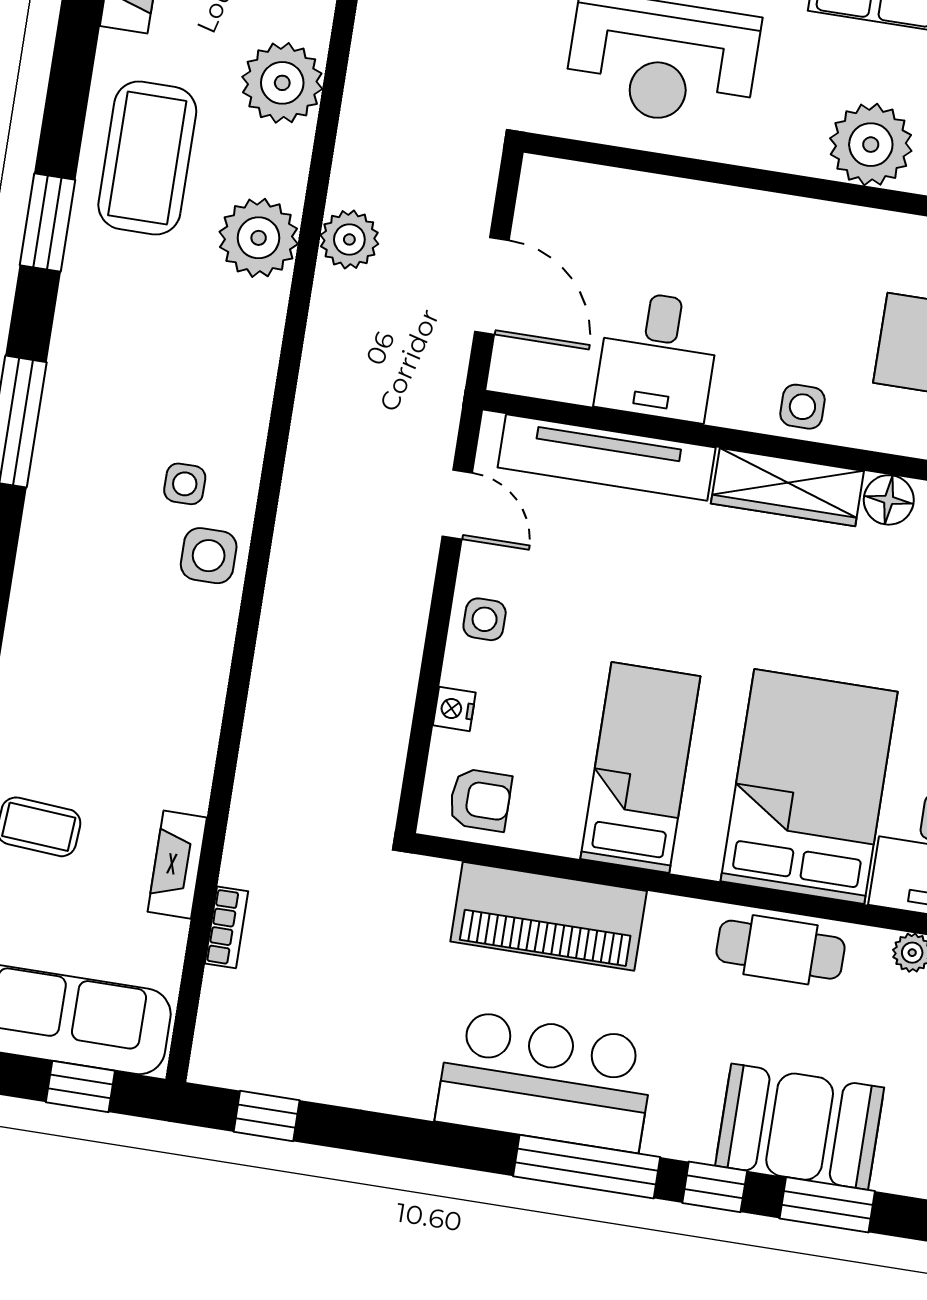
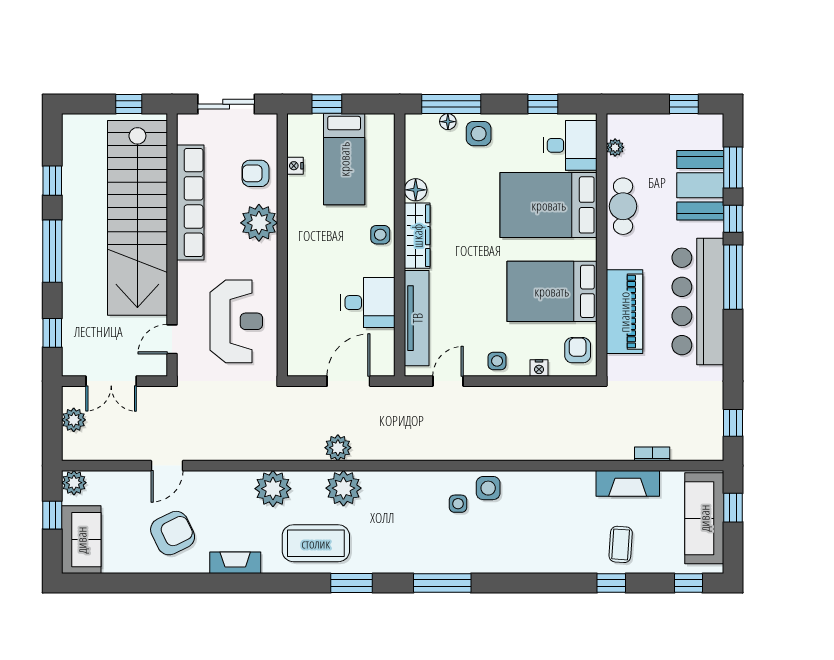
bed: (640, 768) -> (552, 291), width x1.50
fireplace: (177, 865) -> (628, 483), width x1.37, depth x1.32
bar counter: (545, 1081) -> (698, 301), width x1.36

